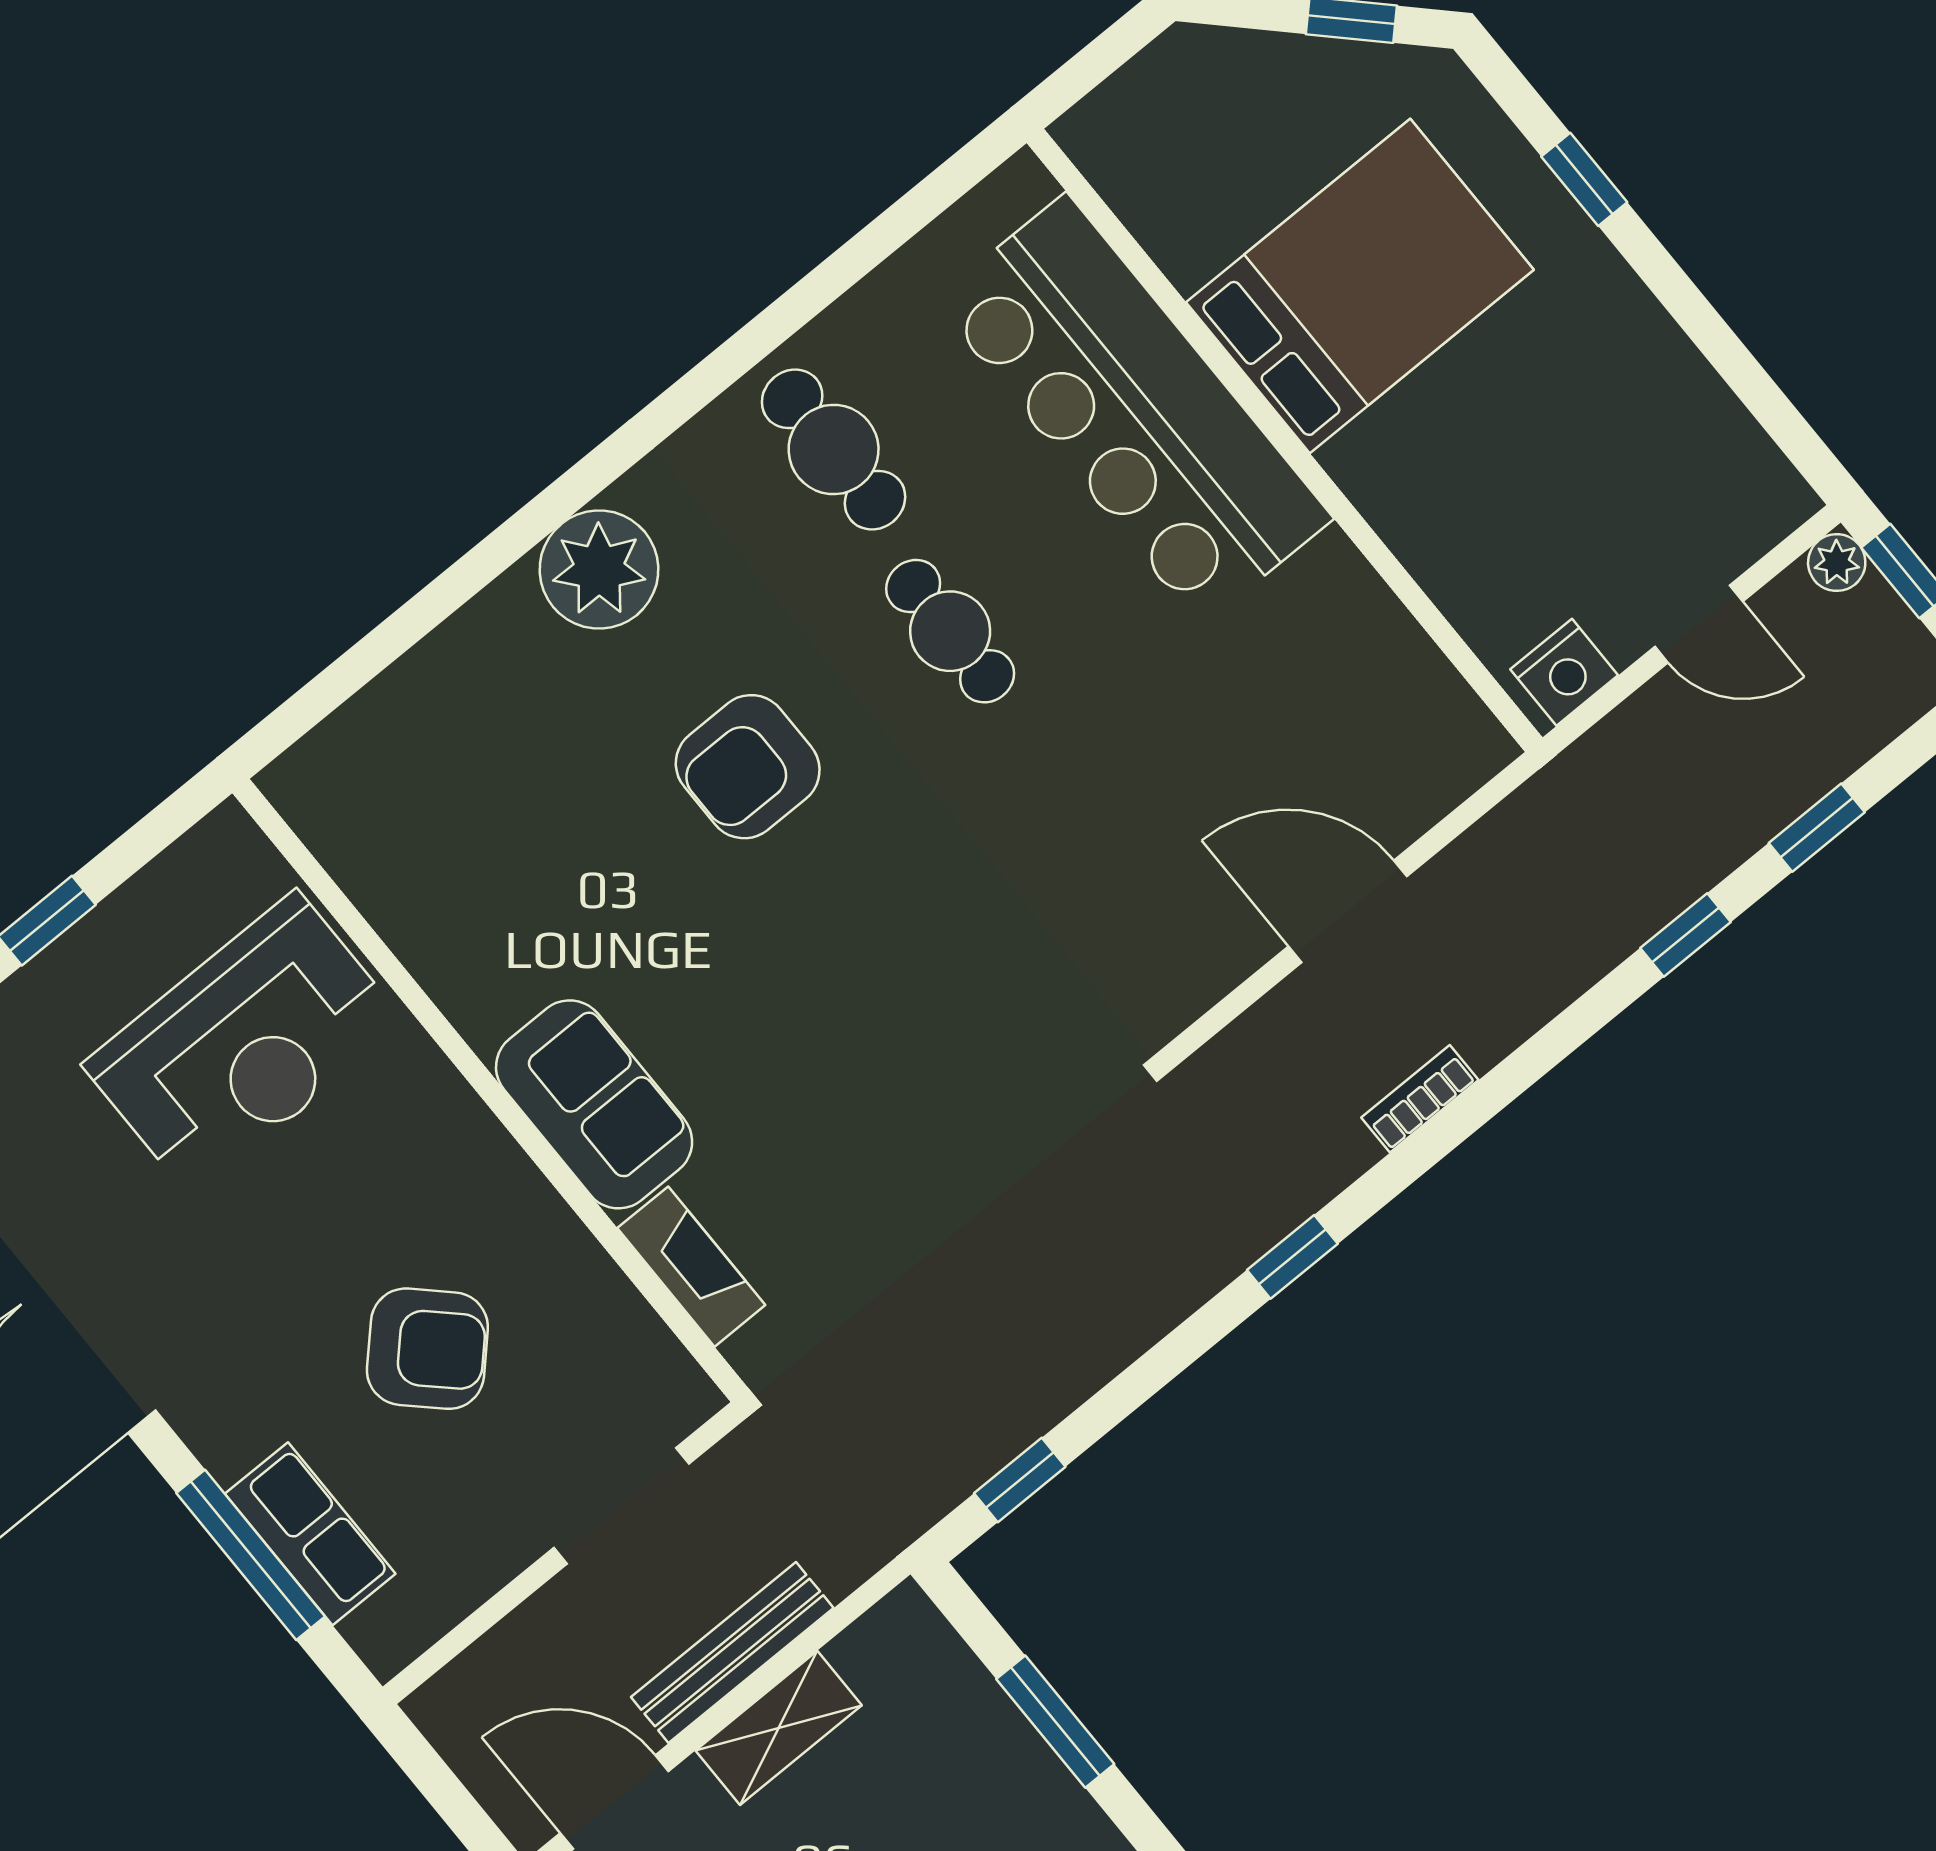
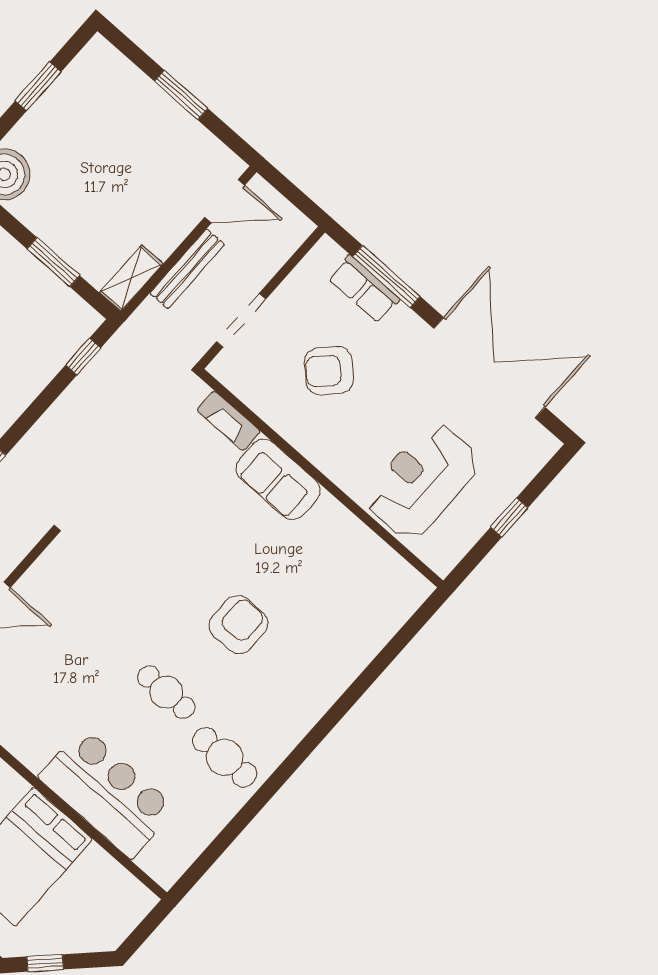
bar counter: (1133, 410) -> (107, 793), width x0.73
plant: (599, 569) -> (311, 694), removed
shelving: (779, 1728) -> (131, 278), moved

